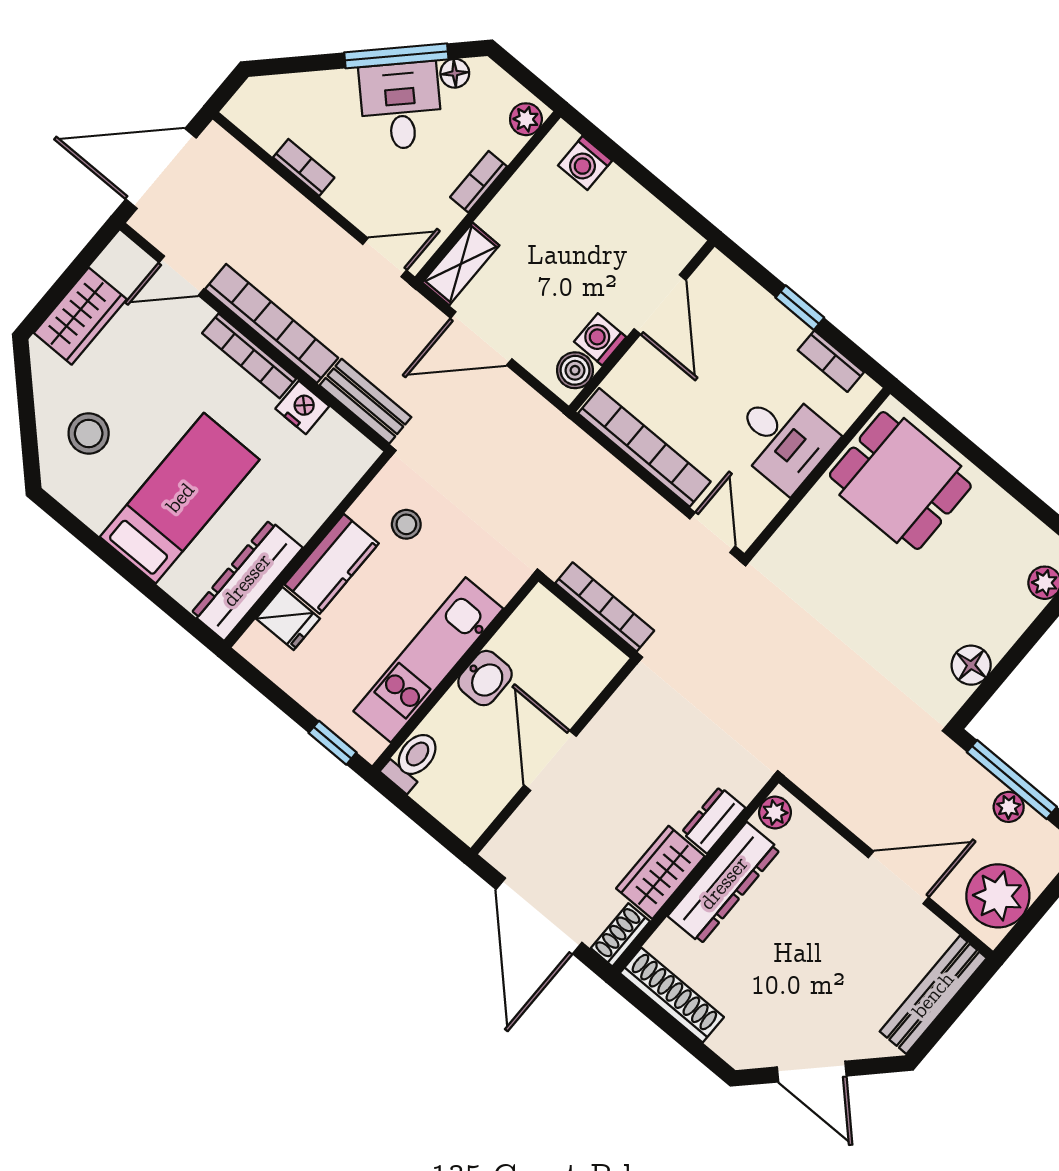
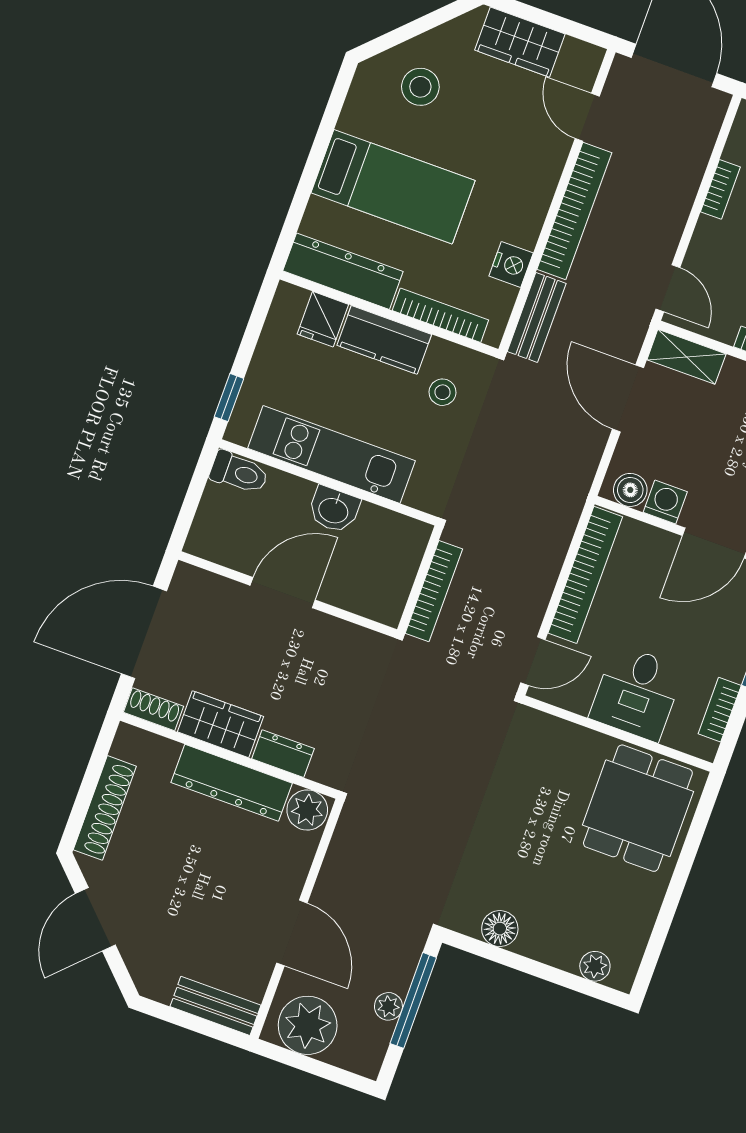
bookcase: (249, 356) -> (440, 315), moved, turned 90
plant: (775, 813) -> (307, 810), width x1.38, depth x1.38
shoe rack: (672, 995) -> (105, 808), moved
bench: (933, 995) -> (215, 1006), width x0.73

